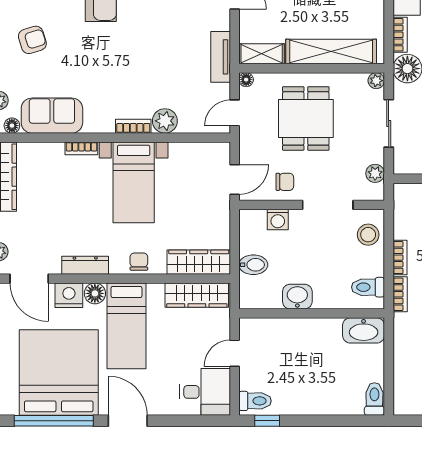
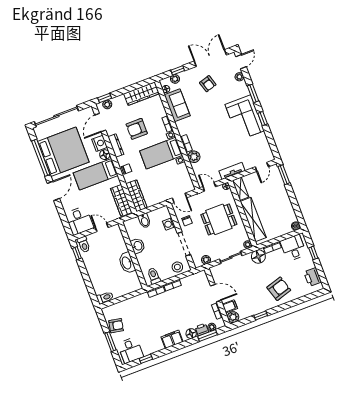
armchair: (68, 212) -> (137, 129), added
washbasin: (364, 330) -> (127, 263), moved

